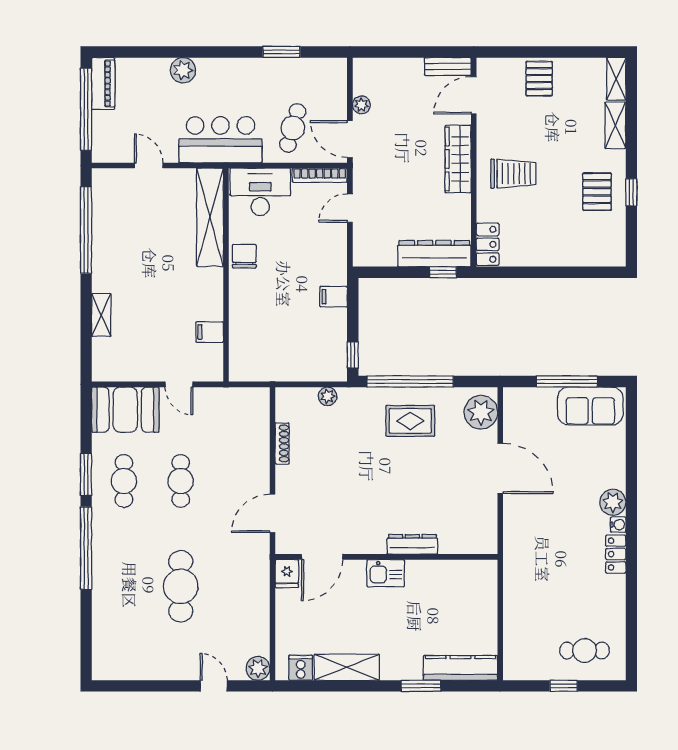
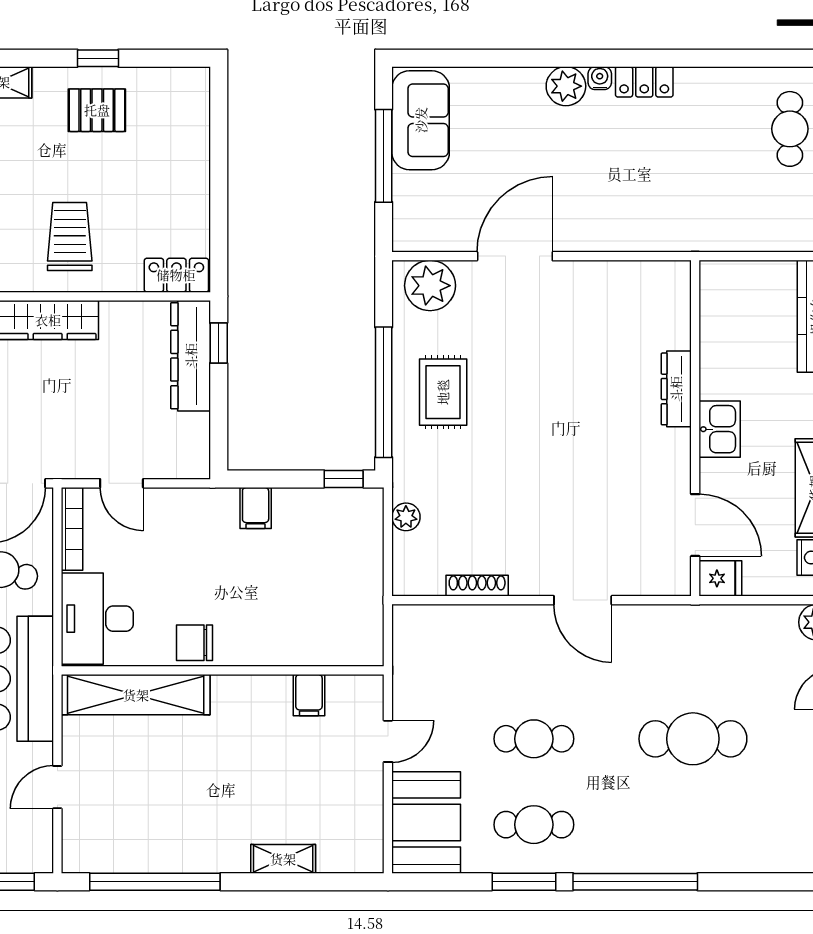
dresser: (412, 544) -> (676, 389), moved
door: (322, 557) -> (695, 525), moved
wall: (386, 557) -> (695, 428), moved
kitchen sink: (386, 573) -> (720, 429), moved
fridge: (287, 574) -> (720, 578), moved

